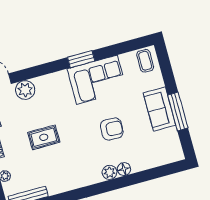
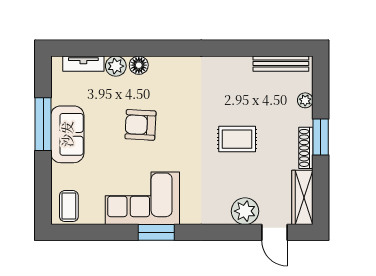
tv unit: (162, 160) -> (83, 64), added
plant: (110, 172) -> (116, 66), moved

